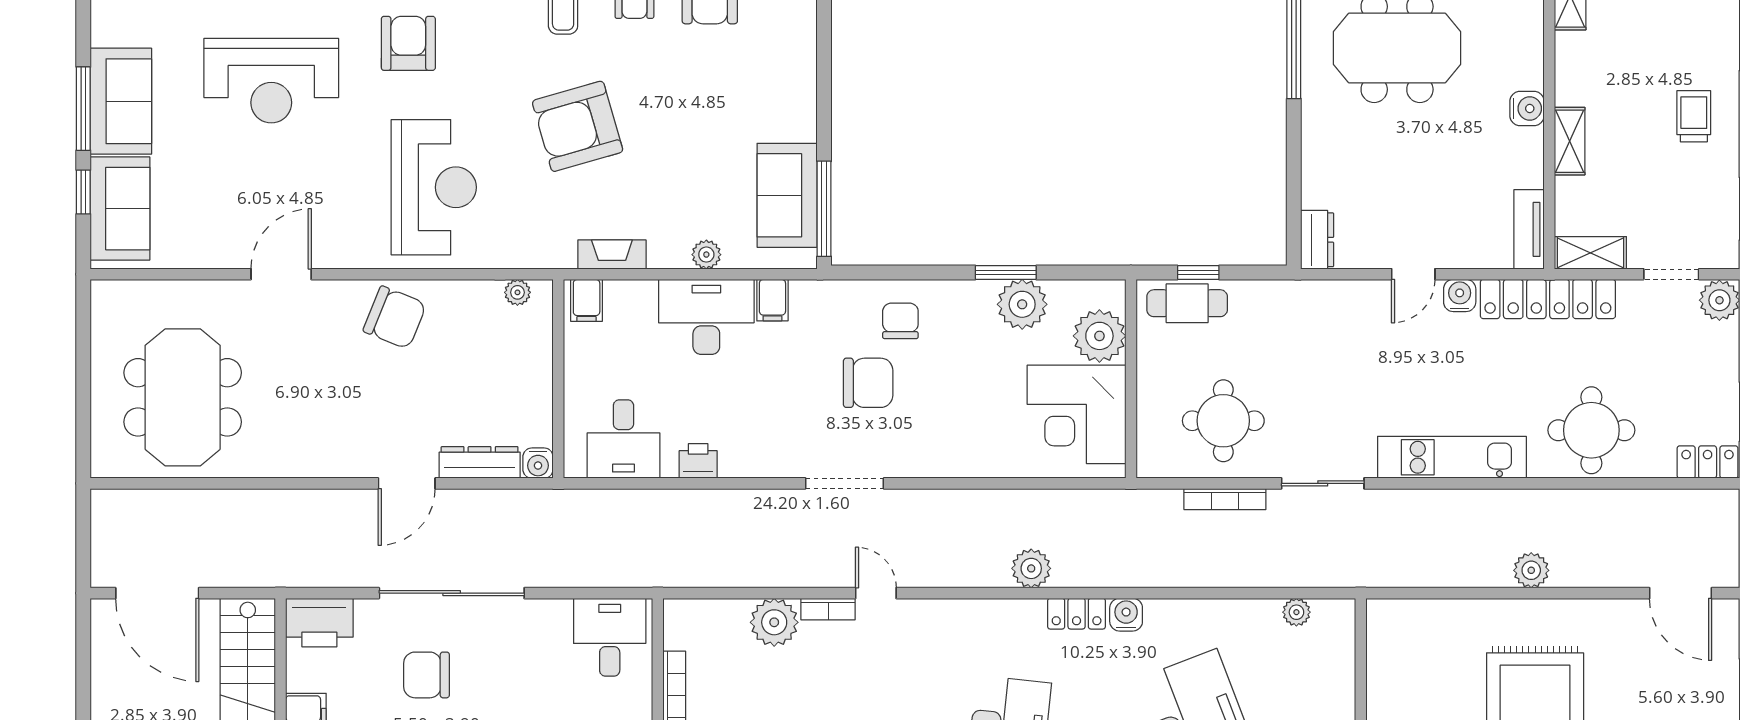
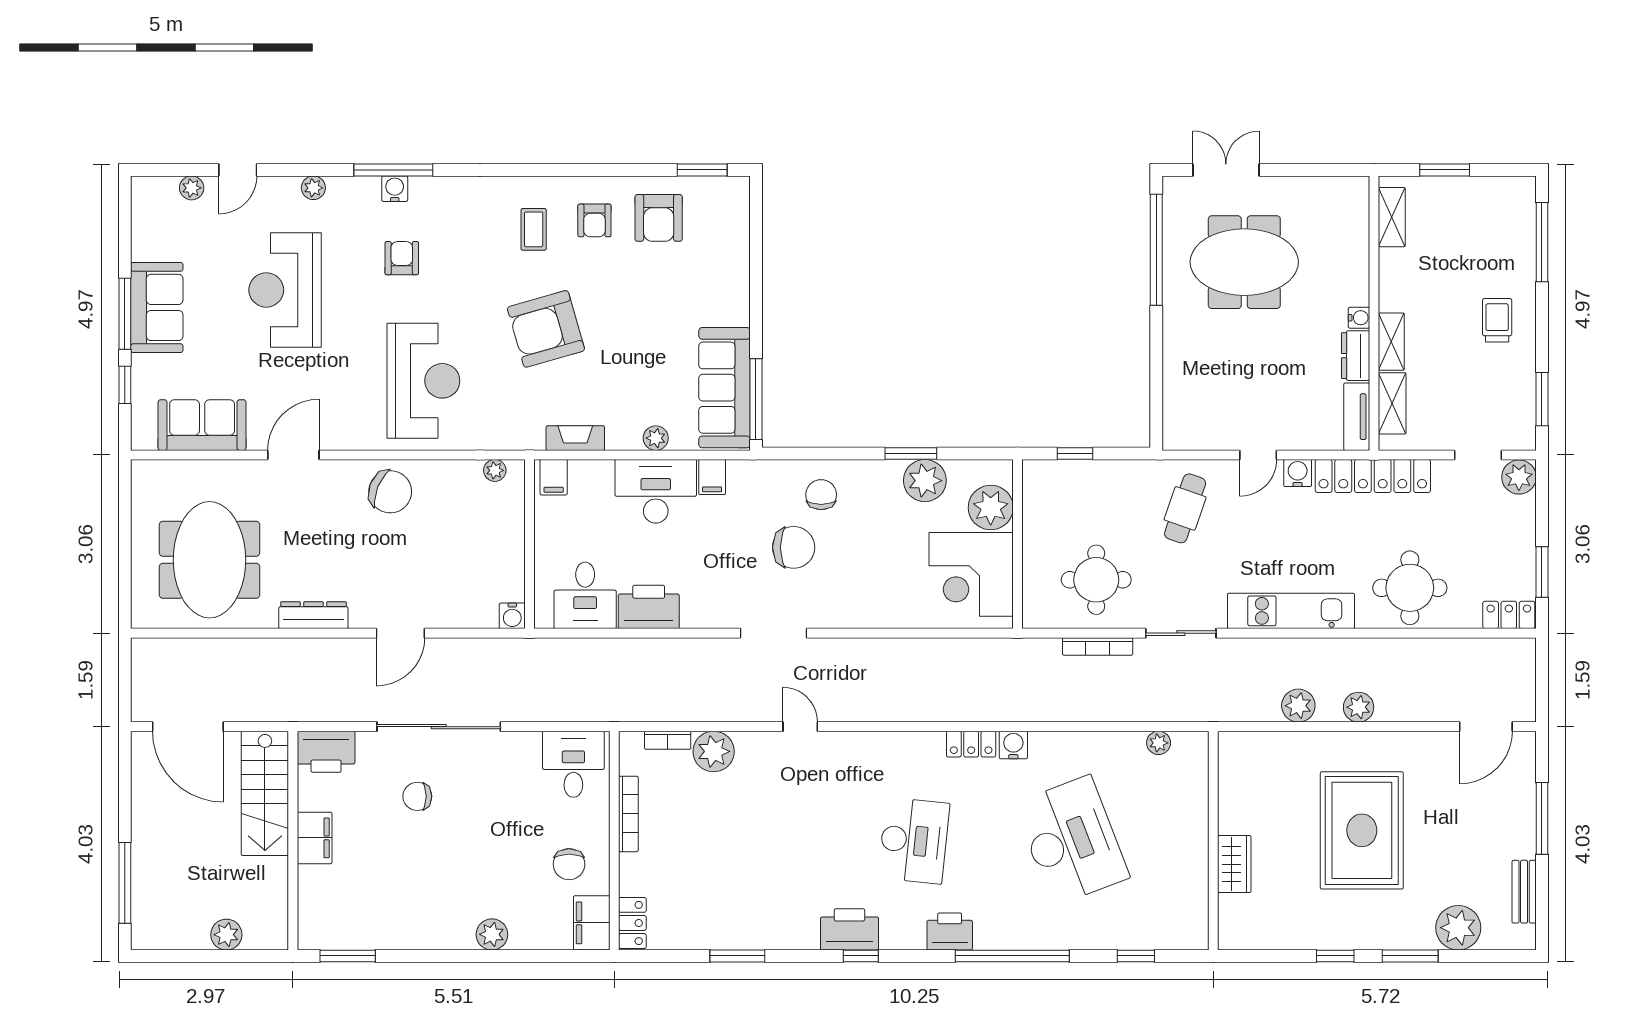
armchair: (408, 43) -> (402, 258), width x0.72, depth x0.72
reception desk: (271, 81) -> (285, 290), turned 90
water cooler: (1527, 108) -> (1359, 318), width x0.72, depth x0.72
sofa: (787, 195) -> (725, 388), width x1.36
sofa: (120, 209) -> (202, 425), moved, turned -90
dresser: (1317, 240) -> (1356, 356), moved, turned 180
shelving: (1590, 253) -> (1392, 403), moved, turned 90
cafe table: (1187, 303) -> (1185, 508), moved, turned -71
printer: (698, 461) -> (649, 607), width x1.87, depth x1.48
dresser: (480, 462) -> (313, 615), moved
plant: (1031, 568) -> (1298, 706), moved
door: (1681, 593) -> (1486, 727), hinge flipped
bookcase: (828, 609) -> (668, 740), moved
chair: (427, 675) -> (417, 796), width x0.73, depth x0.73

